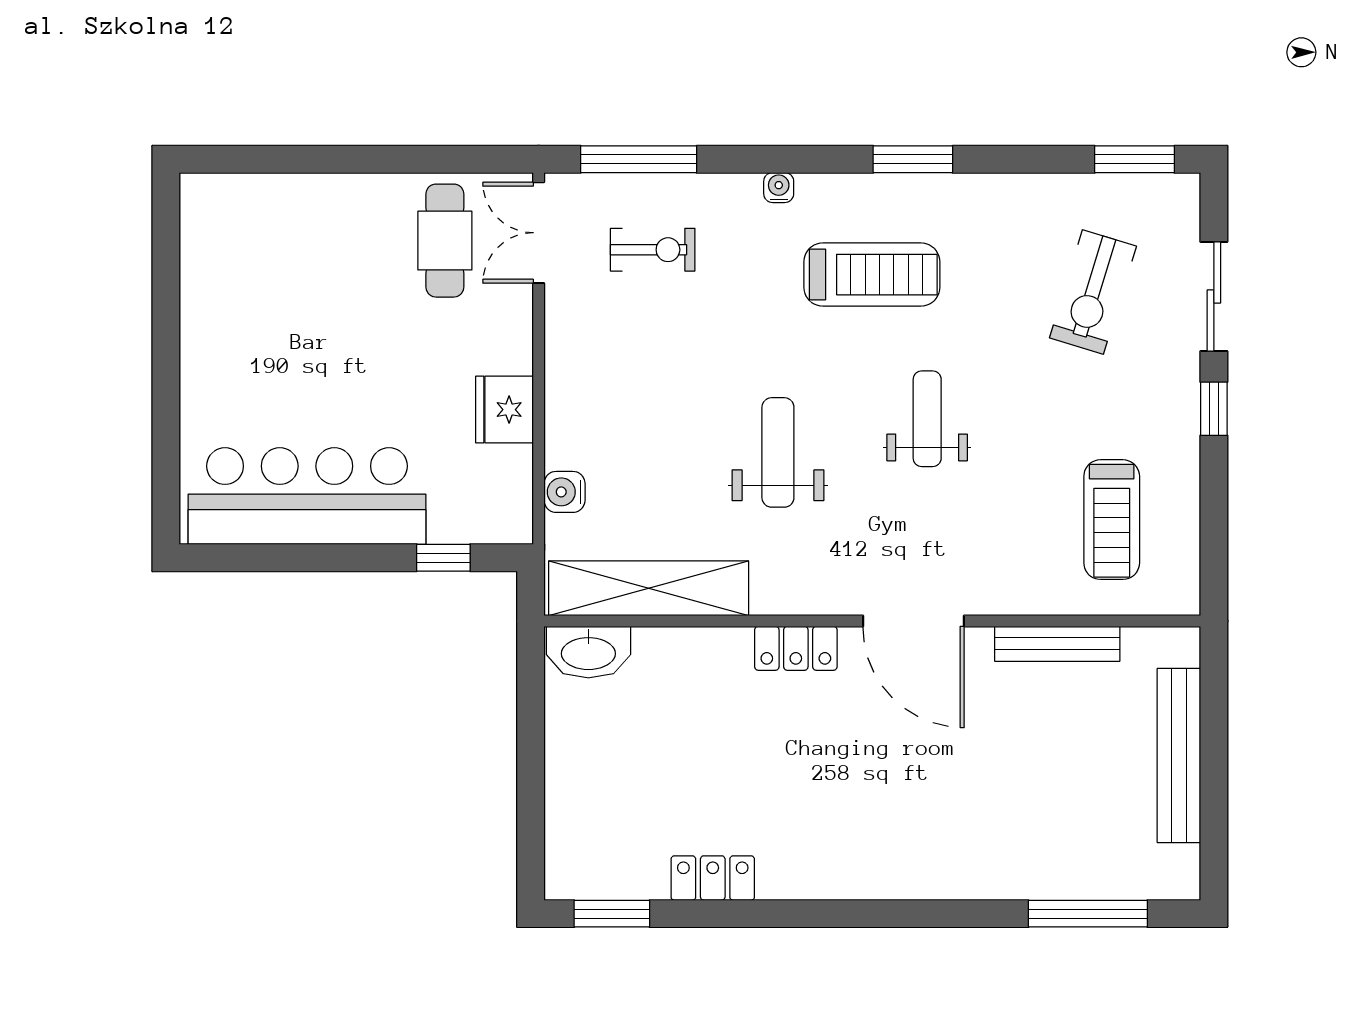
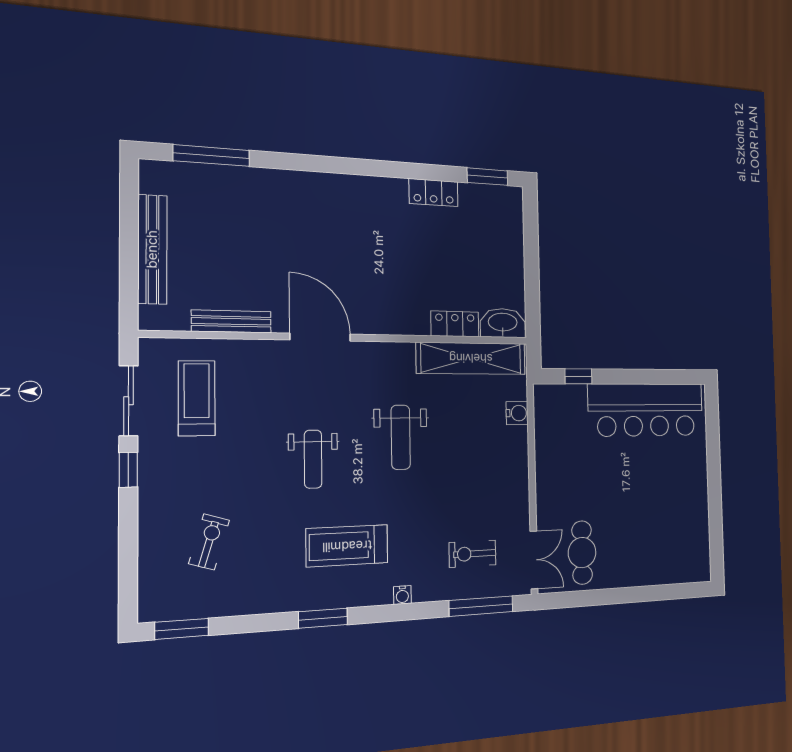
exercise bike: (1093, 292) -> (209, 542), width x0.73, depth x0.72
sliding door: (1214, 296) -> (129, 401), moved
fridge: (505, 410) -> (549, 459), removed
locker: (796, 648) -> (455, 324), moved

